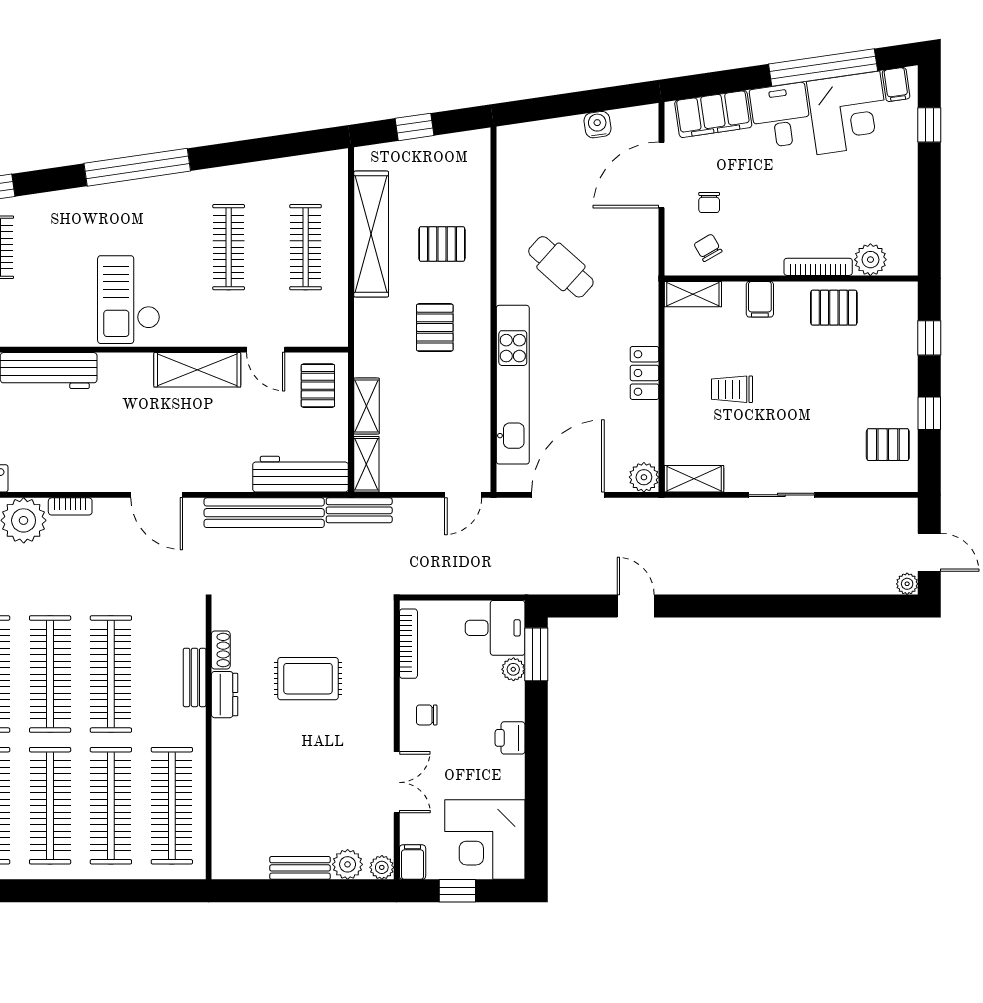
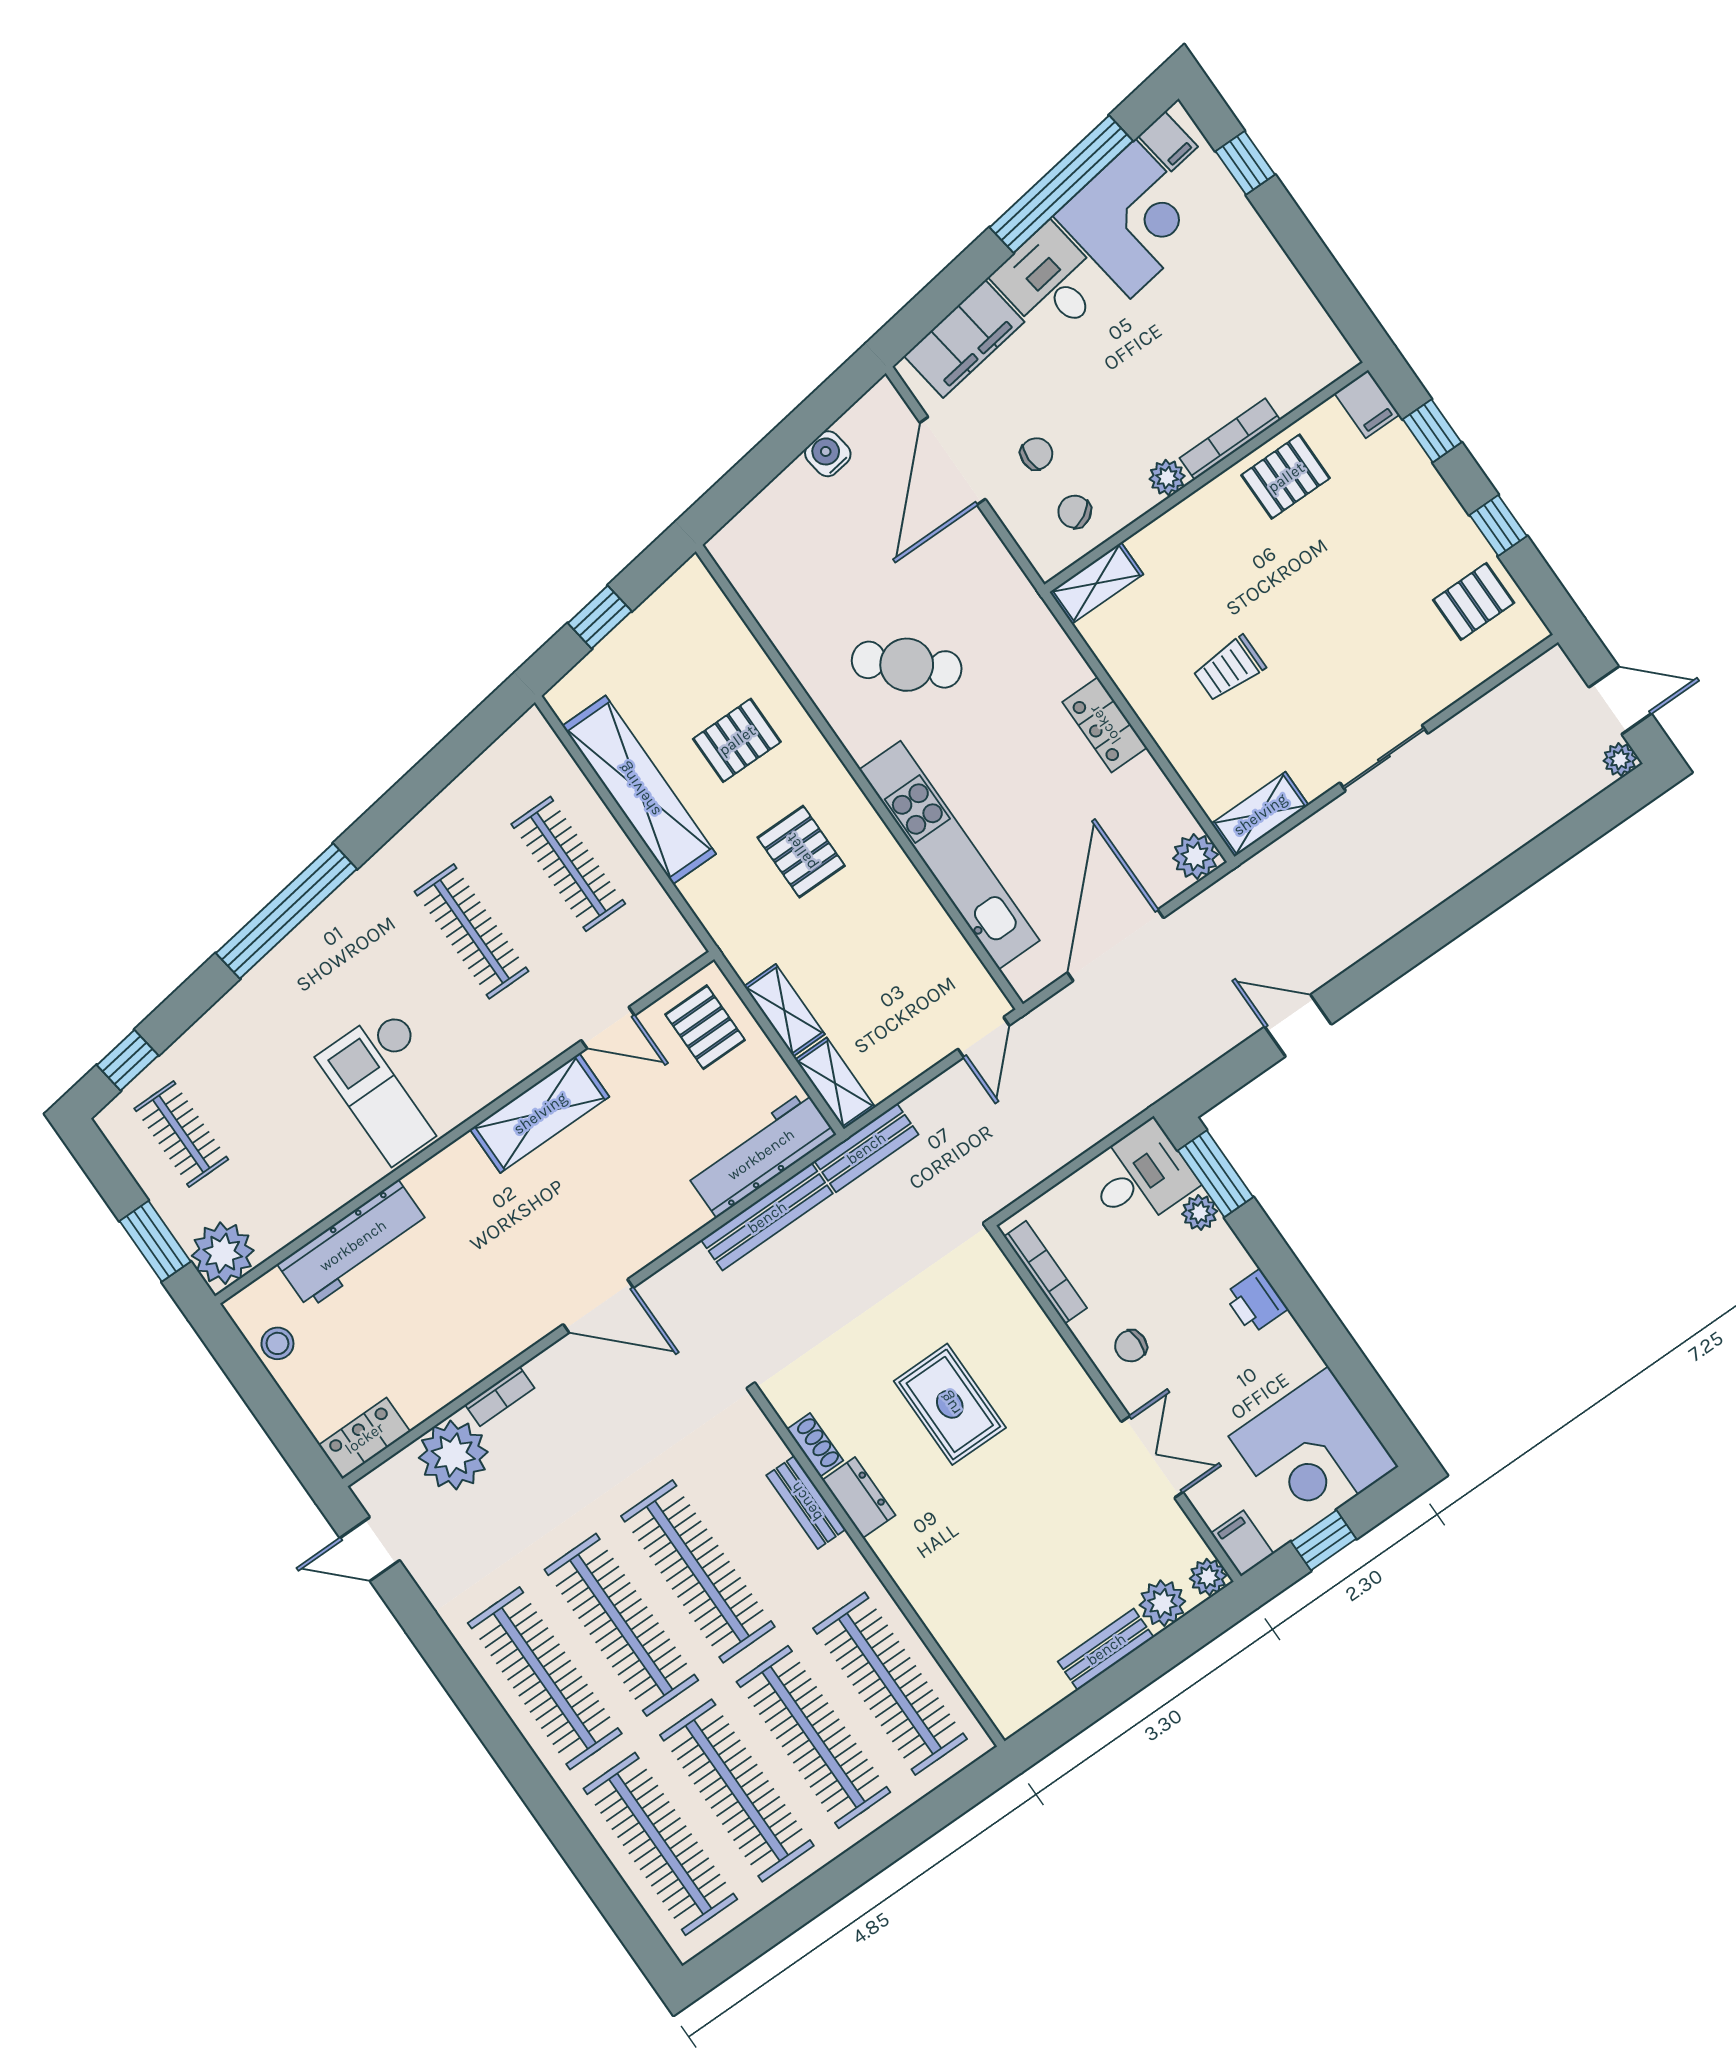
chair: (709, 203) -> (1037, 454), turned -90
plant: (870, 260) -> (1167, 477), moved, width x0.73, depth x0.73
filing cabinet: (760, 299) -> (1367, 404), moved
bench: (264, 513) -> (767, 1217), width x0.73, depth x0.82
rug: (308, 679) -> (950, 1404), turned 90

